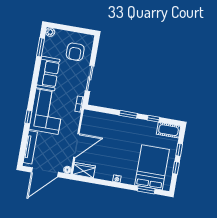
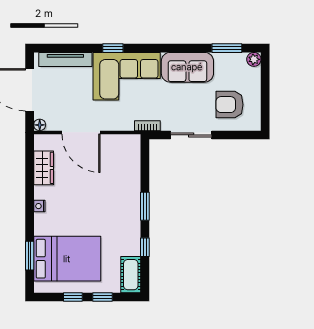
wardrobe: (84, 170) -> (44, 168), moved

